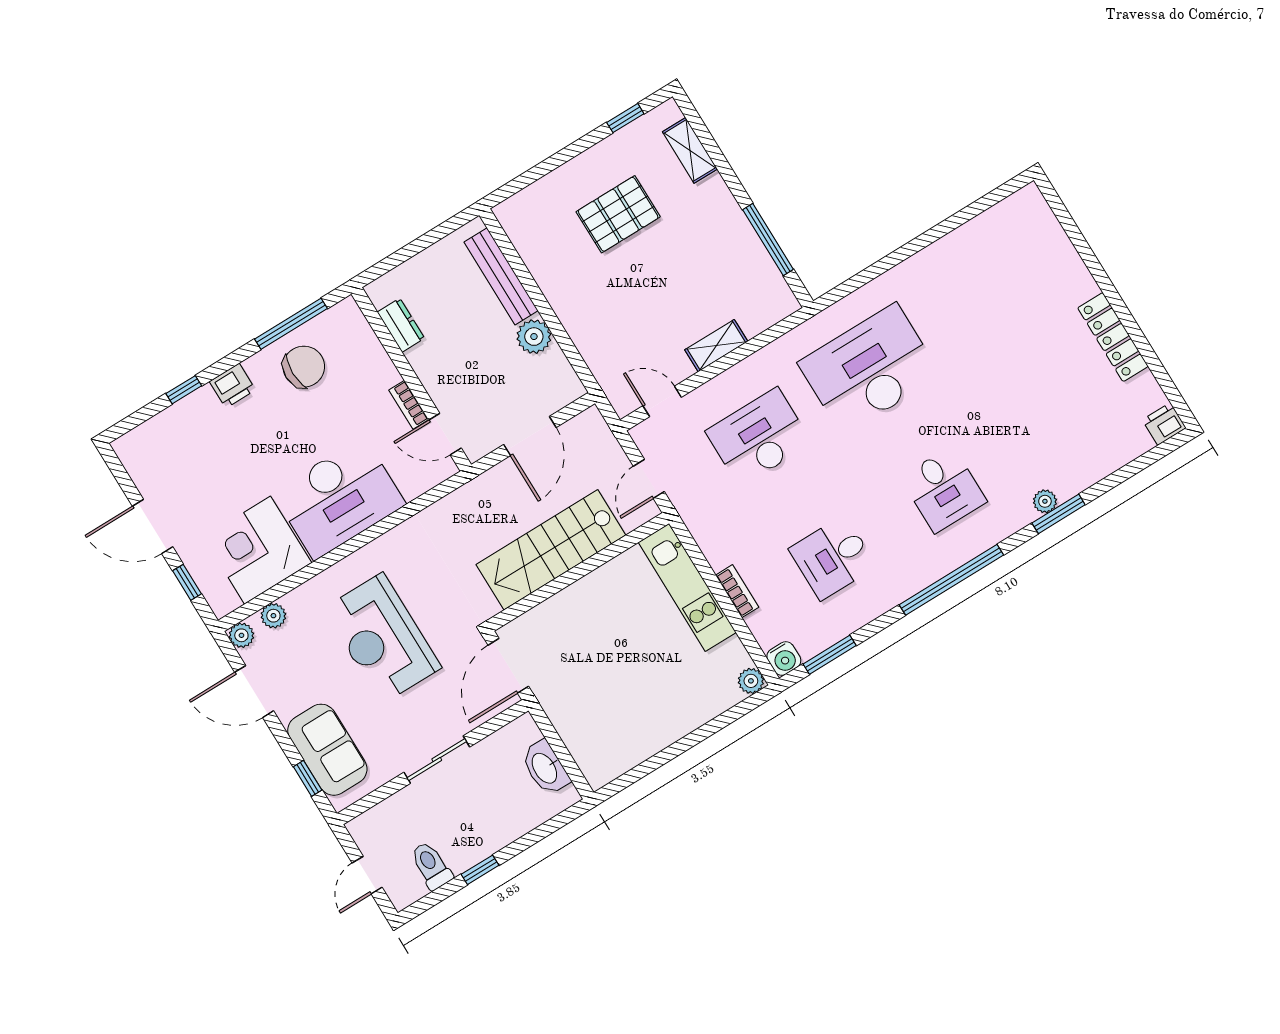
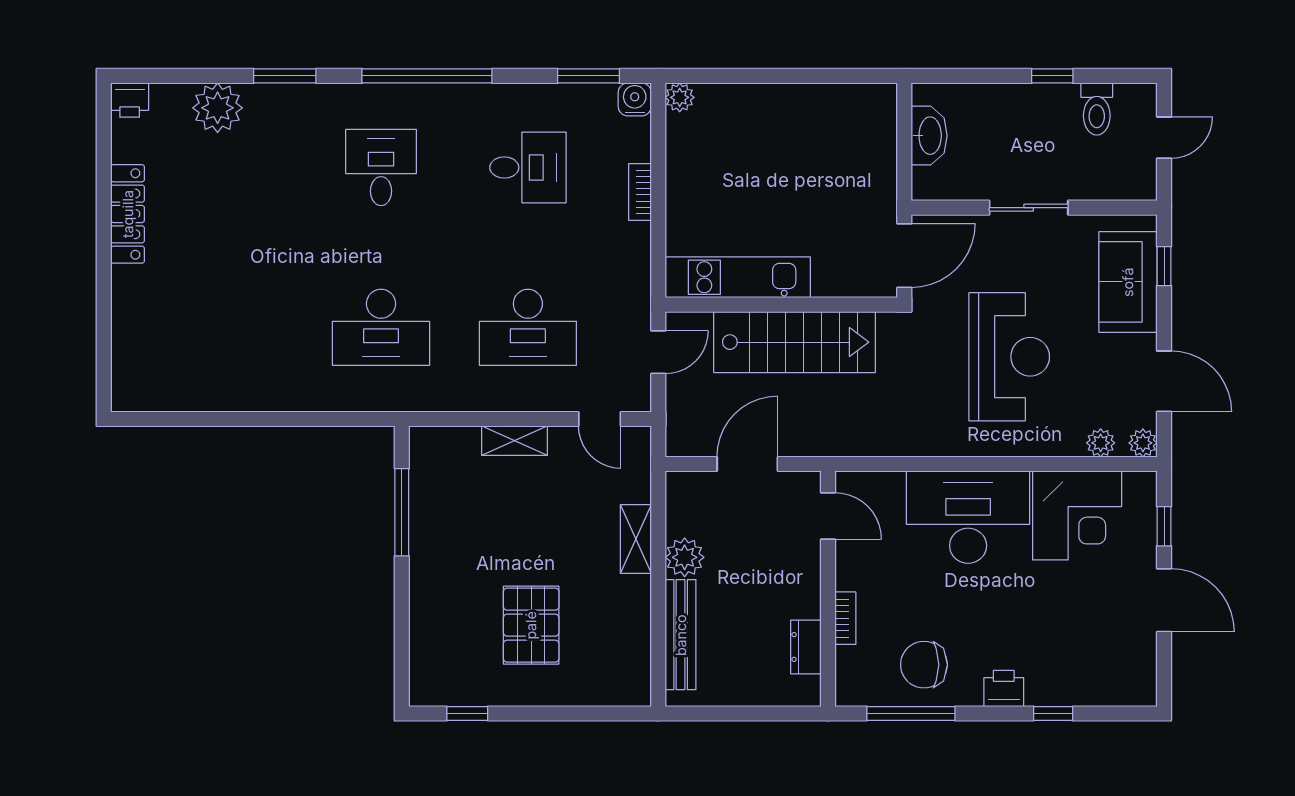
shelving: (690, 150) -> (636, 539), moved
pallet: (618, 214) -> (531, 625), turned 90
desk: (869, 369) -> (381, 327), width x0.73, depth x0.77
bookcase: (409, 405) -> (845, 618), moved
plant: (1045, 501) -> (218, 108), moved, width x1.88, depth x1.88
kitchen unit: (687, 587) -> (738, 277), moved, turned -90

